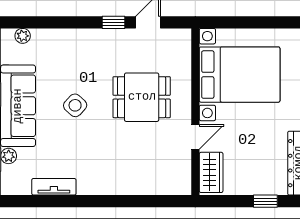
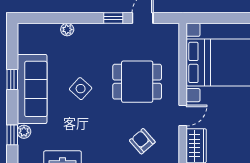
plant: (23, 36) -> (67, 30), moved
armchair: (148, 167) -> (142, 141), added

